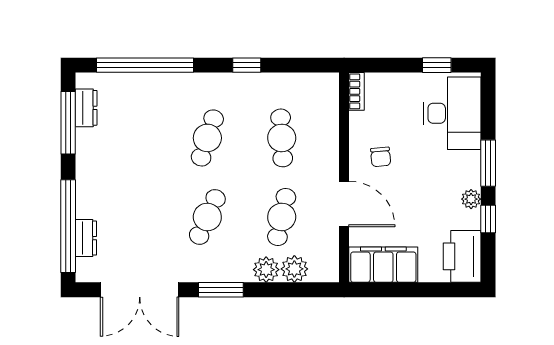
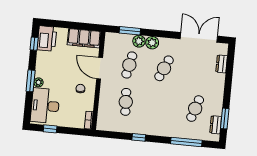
window: (145, 65) -> (186, 142), width x0.68
window: (68, 123) -> (225, 119), width x0.69
cafe table: (207, 138) -> (195, 109), moved
plant: (471, 199) -> (38, 82), moved
window: (488, 219) -> (34, 44), moved
window: (68, 226) -> (229, 70), removed
plant: (294, 269) -> (152, 43), moved
window: (221, 290) -> (130, 31), moved

